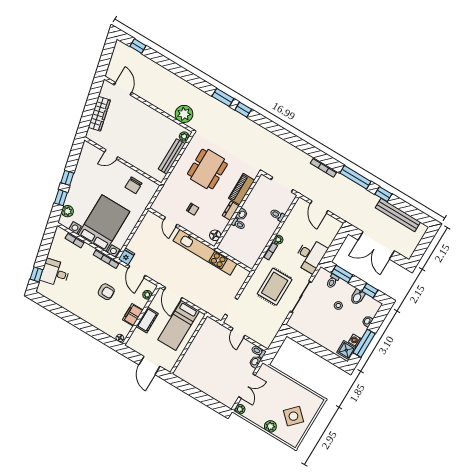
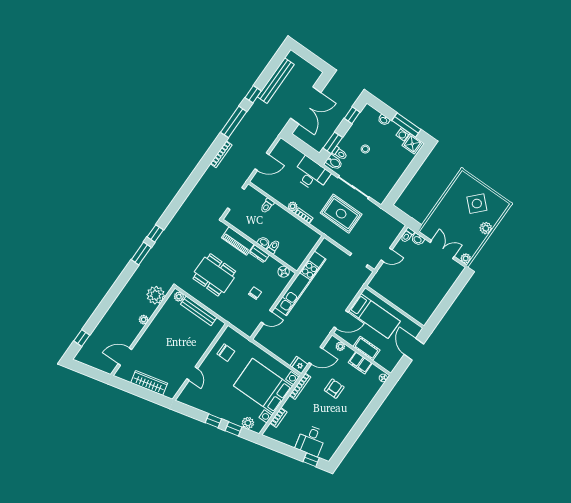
plant: (160, 104) -> (144, 320), added
bidet: (357, 297) -> (334, 162), moved
door: (149, 366) -> (414, 349), swing flipped

